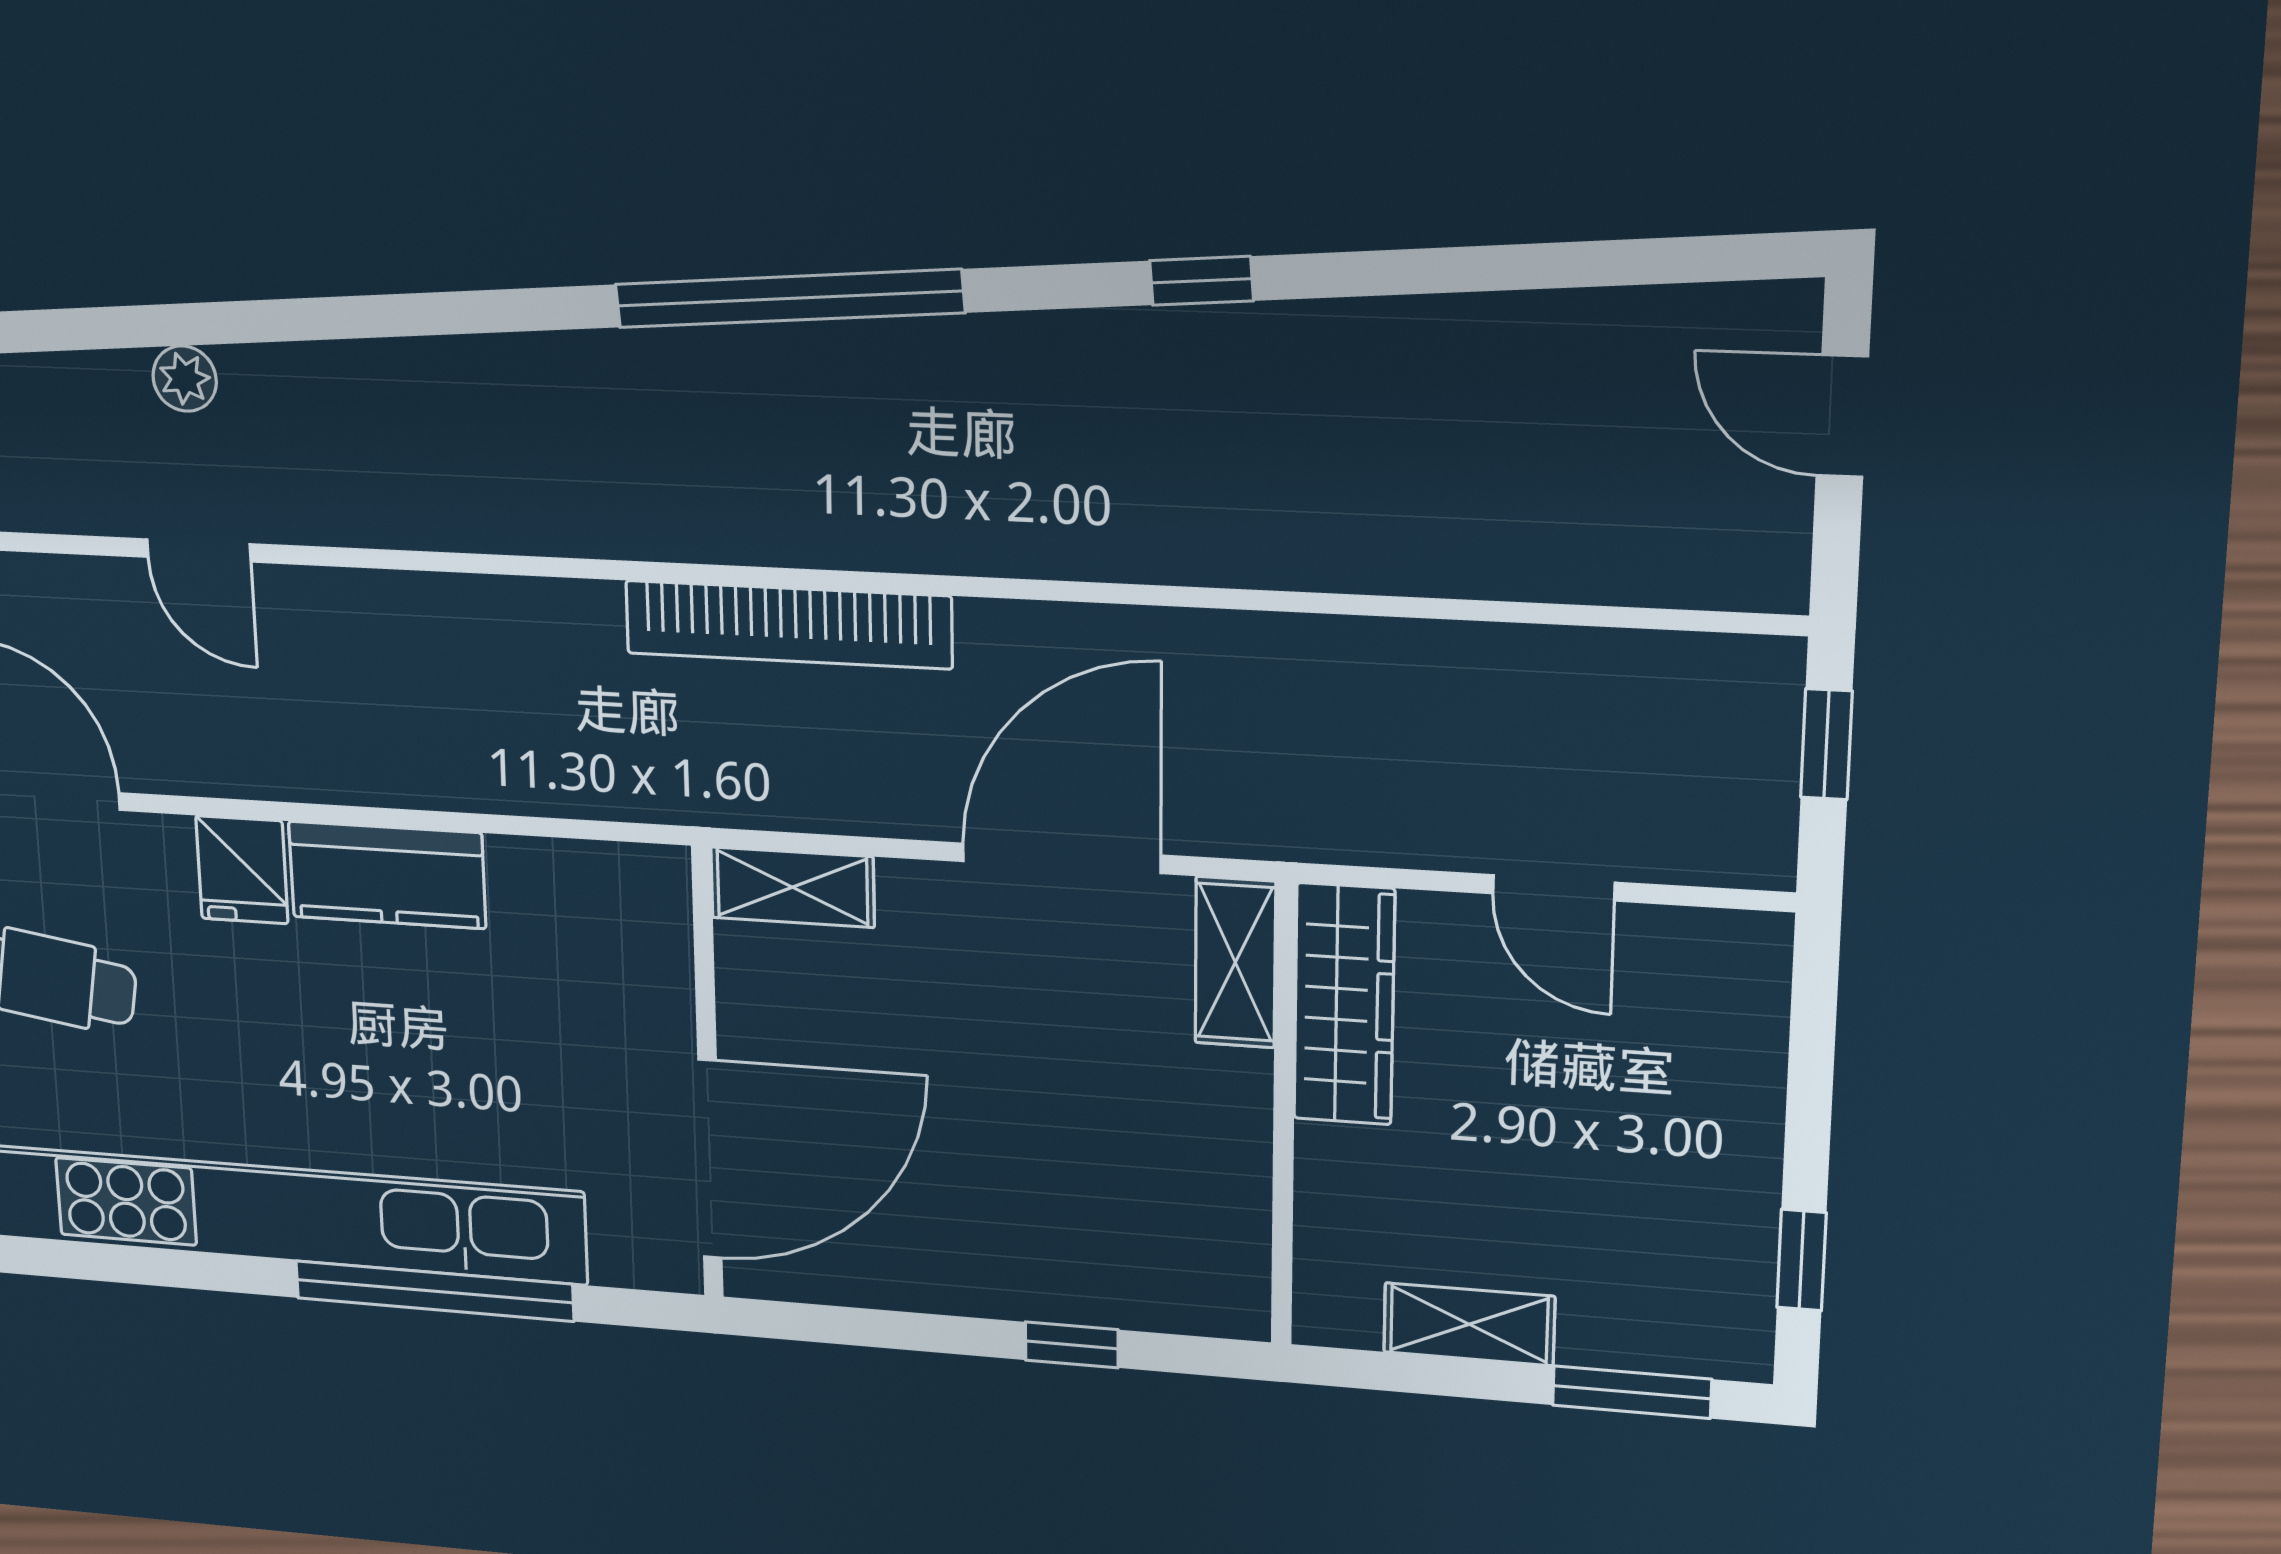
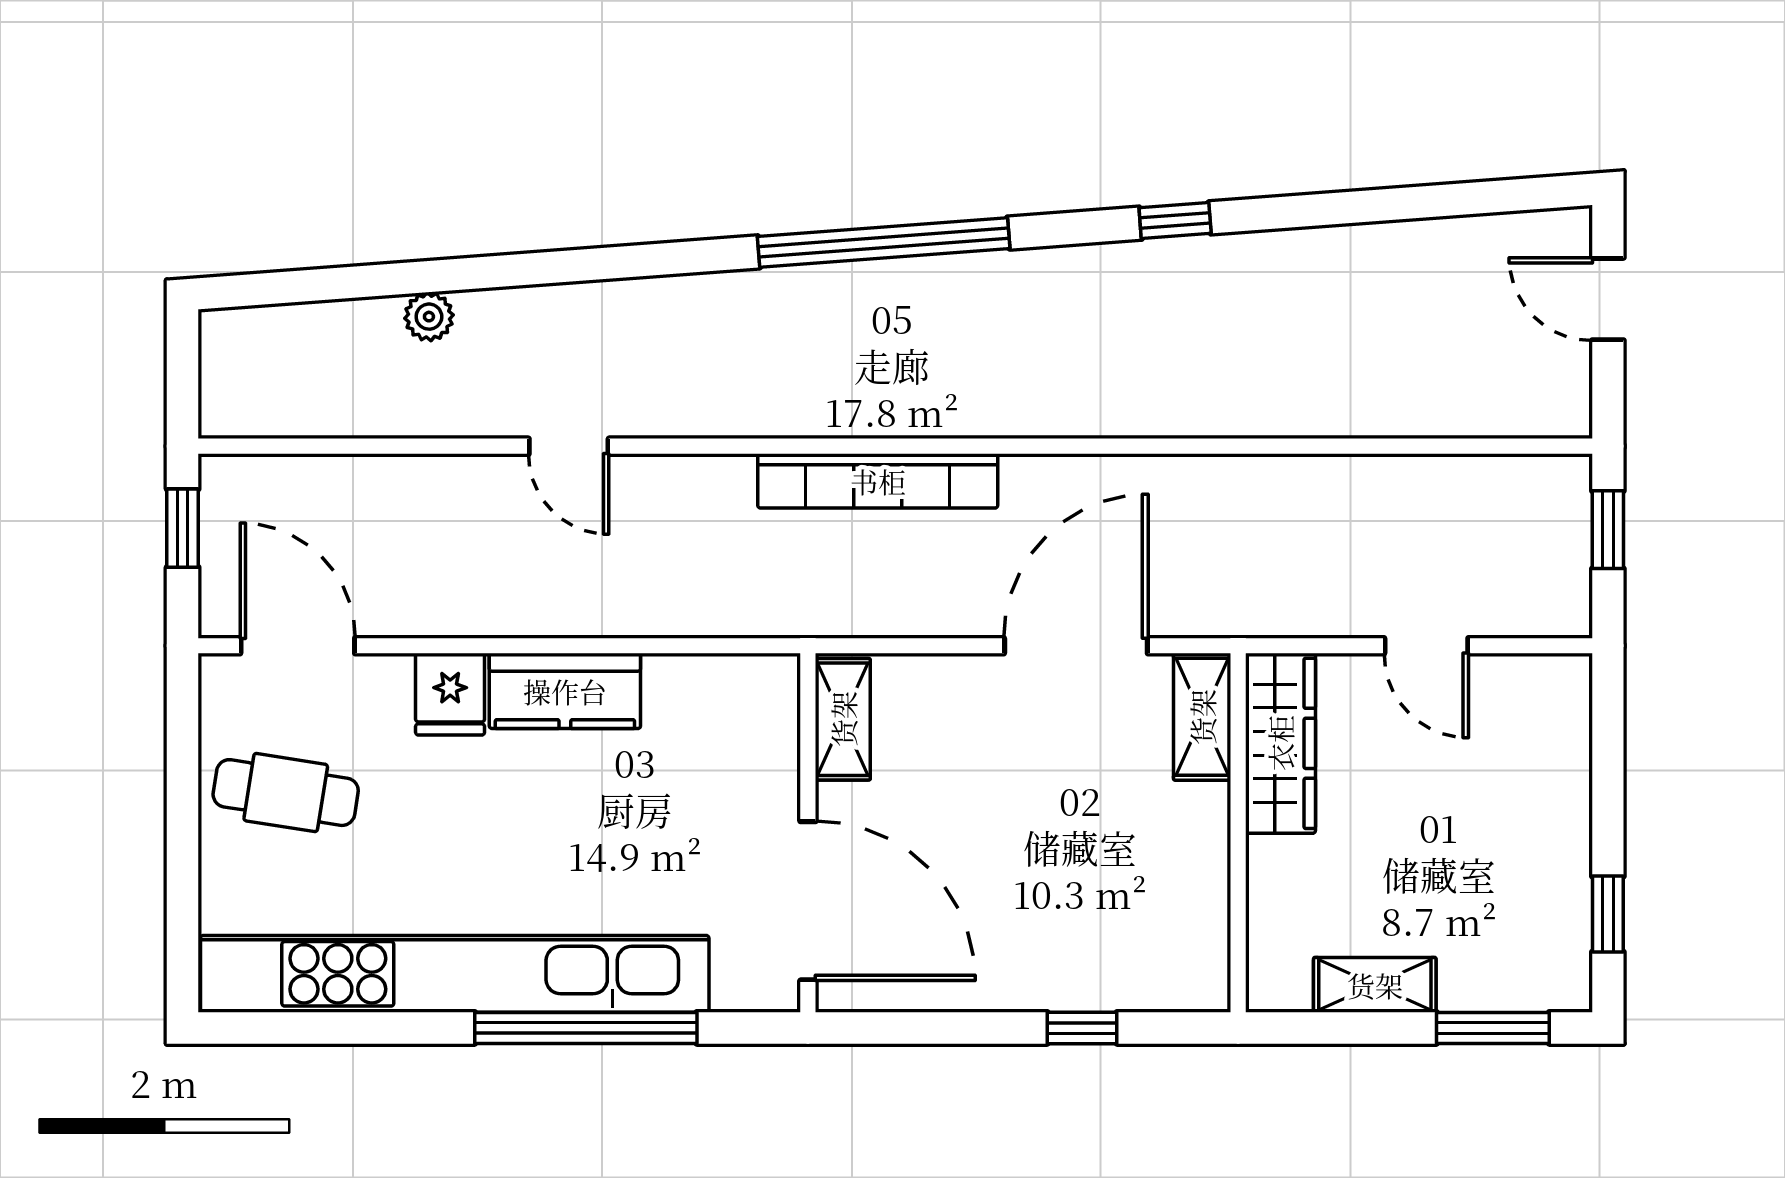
door: (199, 550) -> (569, 446), moved
shelving: (792, 887) -> (843, 719), moved, turned 90
door: (710, 1159) -> (808, 901), hinge flipped

